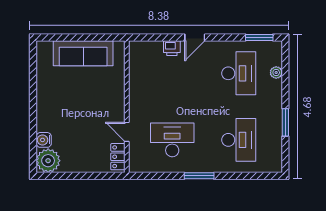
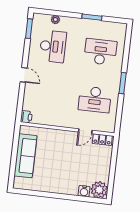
printer: (172, 48) -> (26, 117), moved
desk: (239, 73) -> (53, 46), turned 90
desk: (172, 140) -> (95, 99), turned -90

